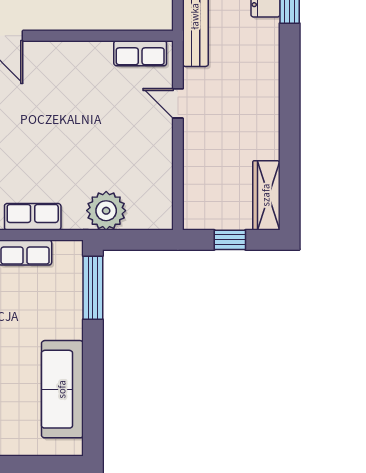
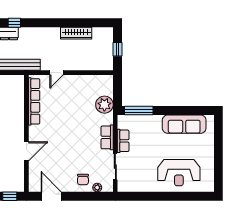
row of seats: (140, 53) -> (34, 101), width x2.02
wardrobe: (266, 195) -> (76, 33), moved

